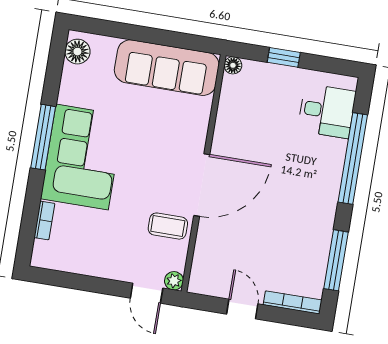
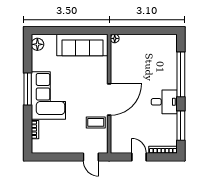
window: (284, 57) -> (139, 31), removed
desk: (327, 111) -> (164, 102), moved
plant: (174, 281) -> (103, 149), removed

